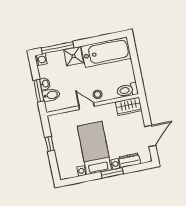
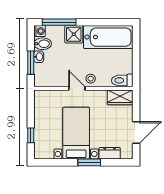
bidet: (51, 95) -> (43, 44), moved
window: (50, 144) -> (31, 135), moved

